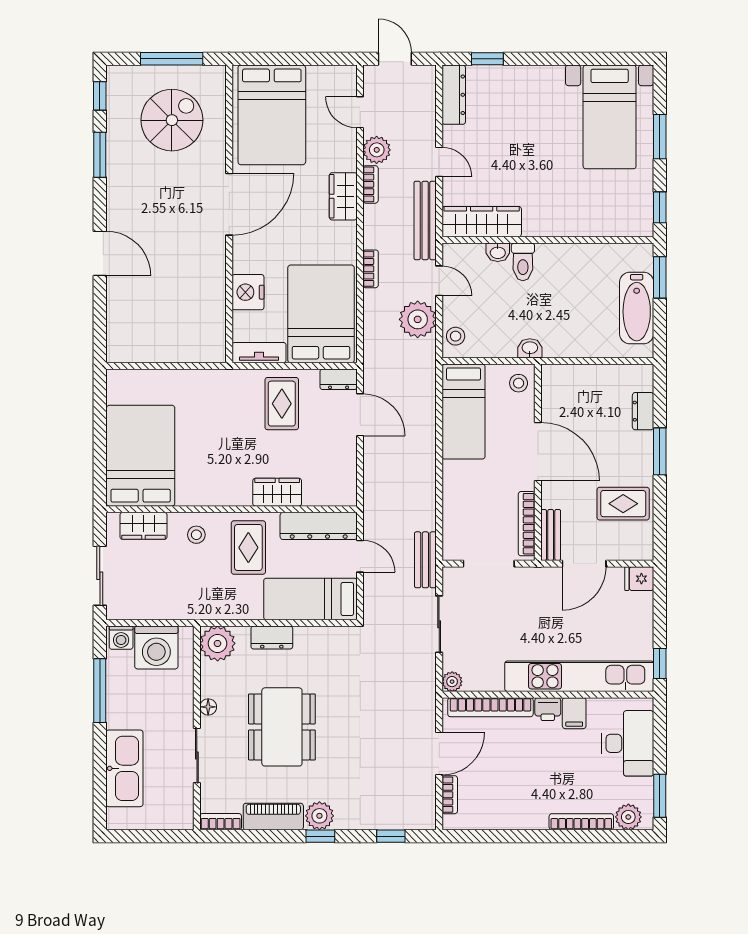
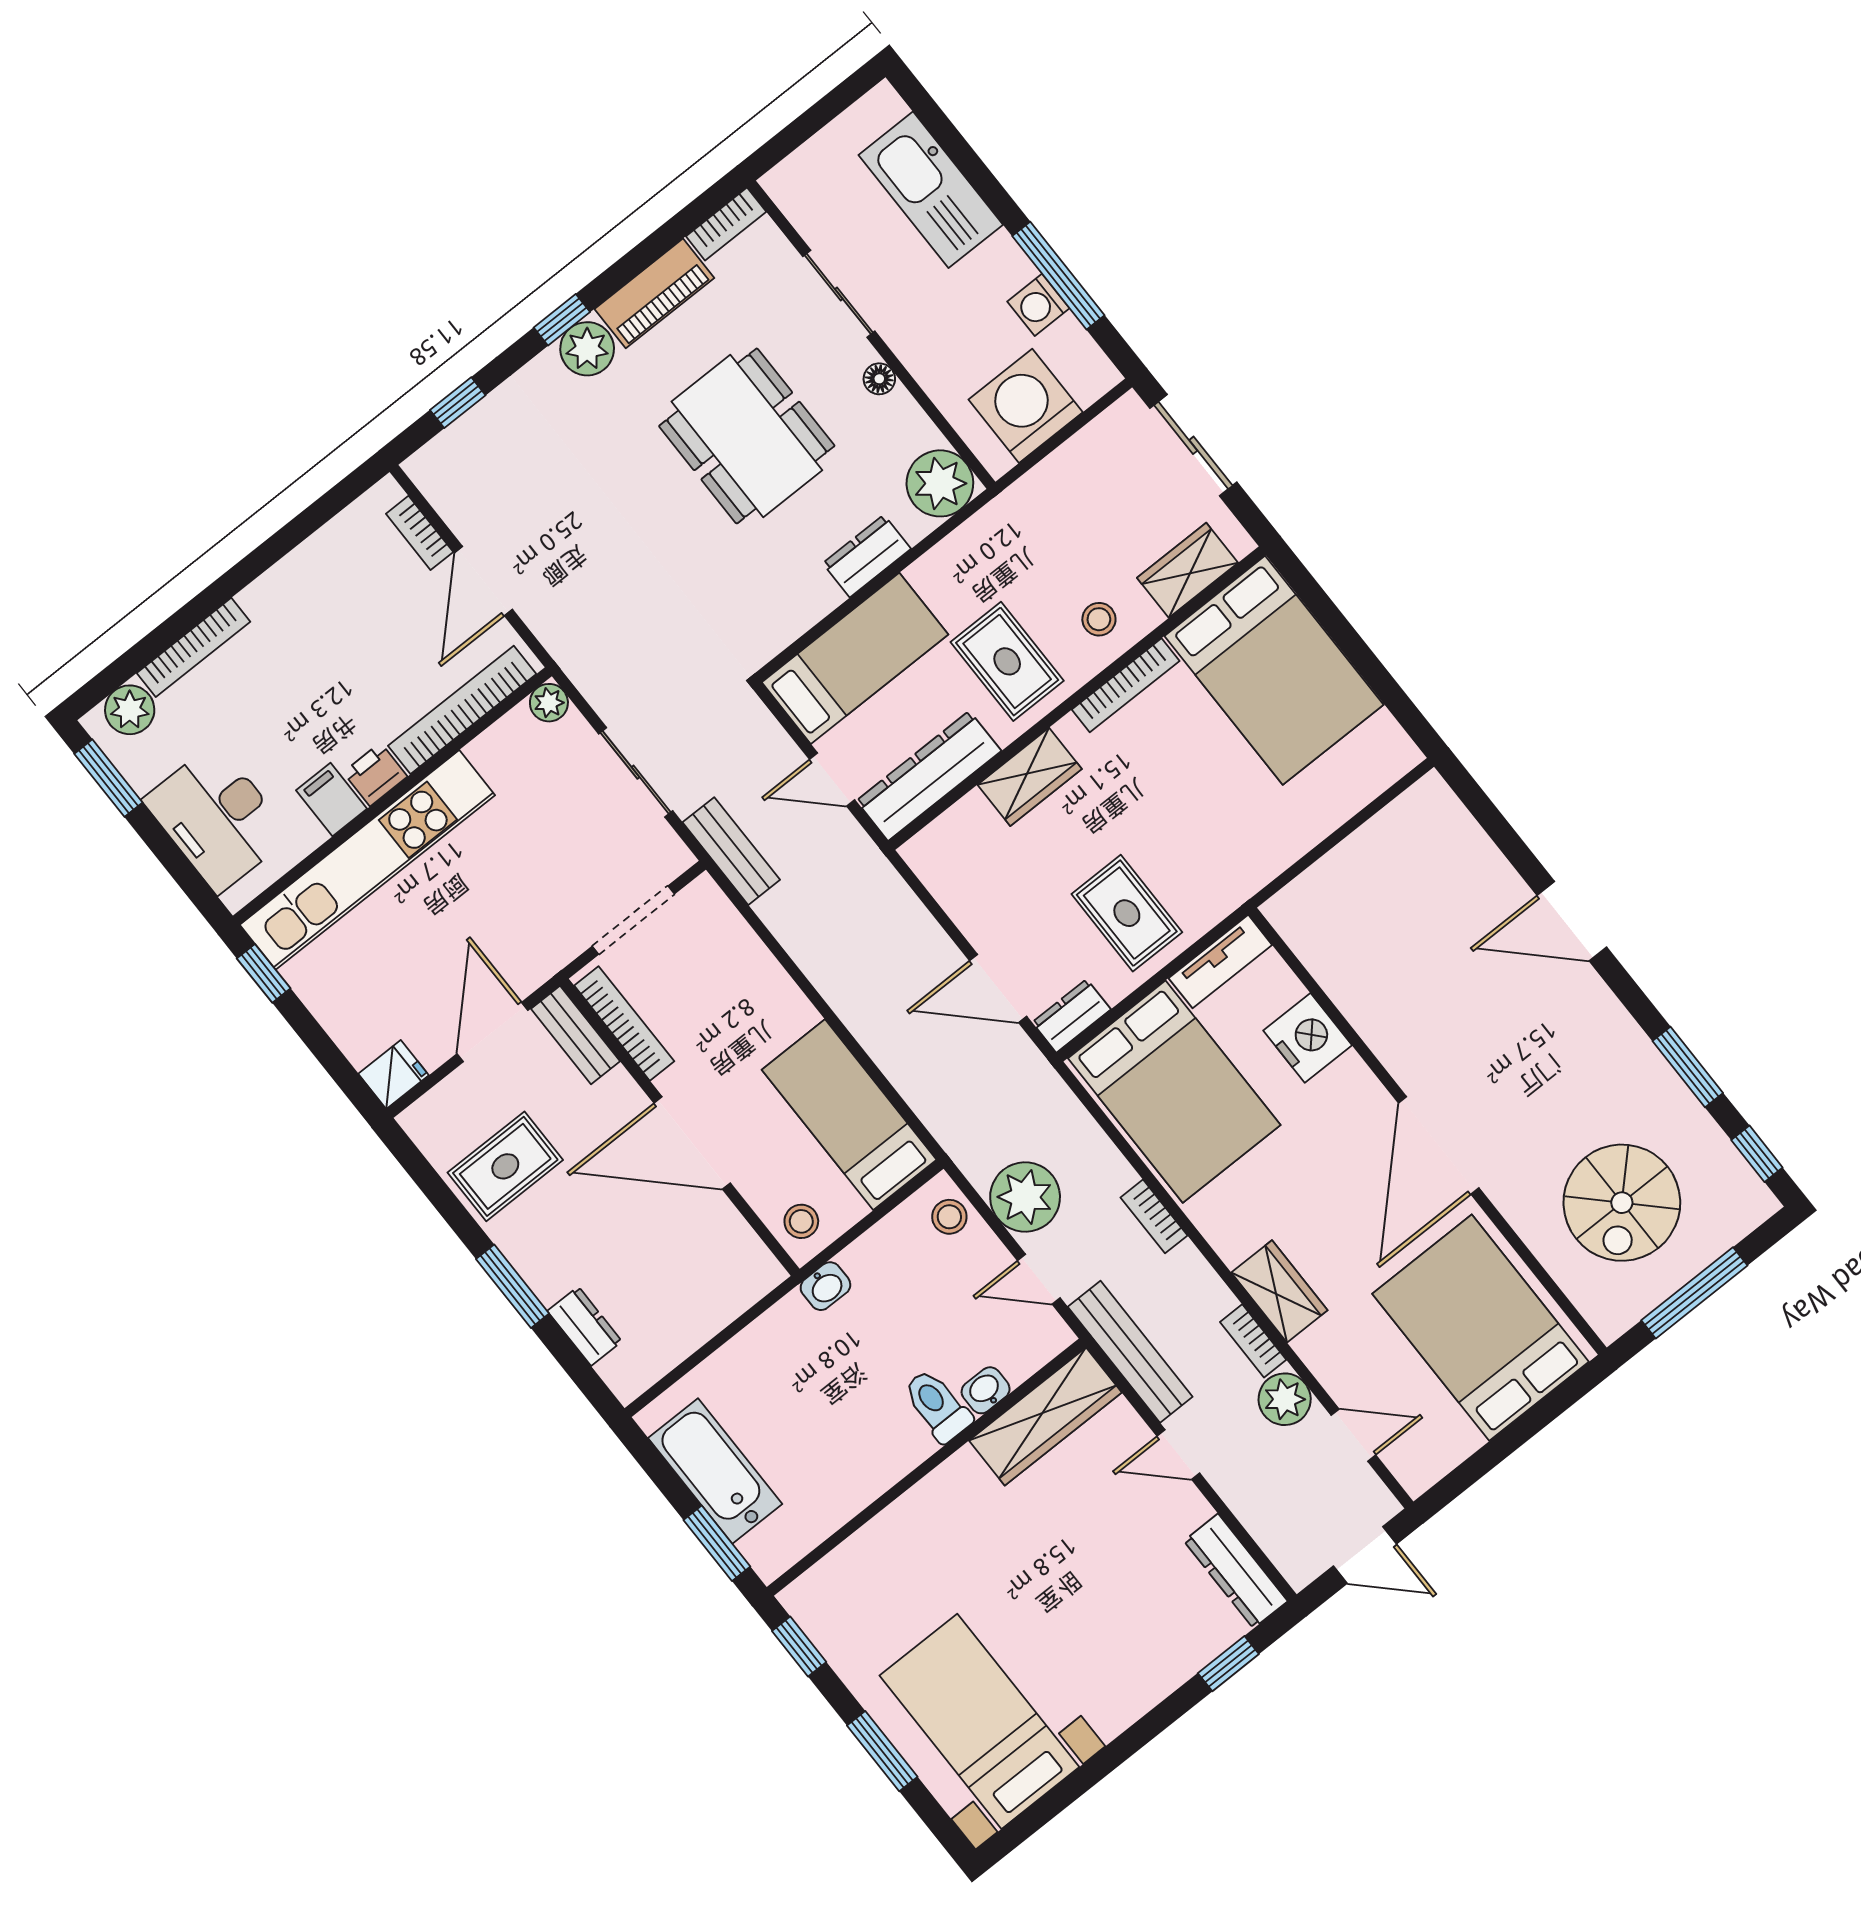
bookcase: (207, 498) -> (1126, 685), added
washing machine: (121, 638) -> (1038, 305), moved, turned -90

